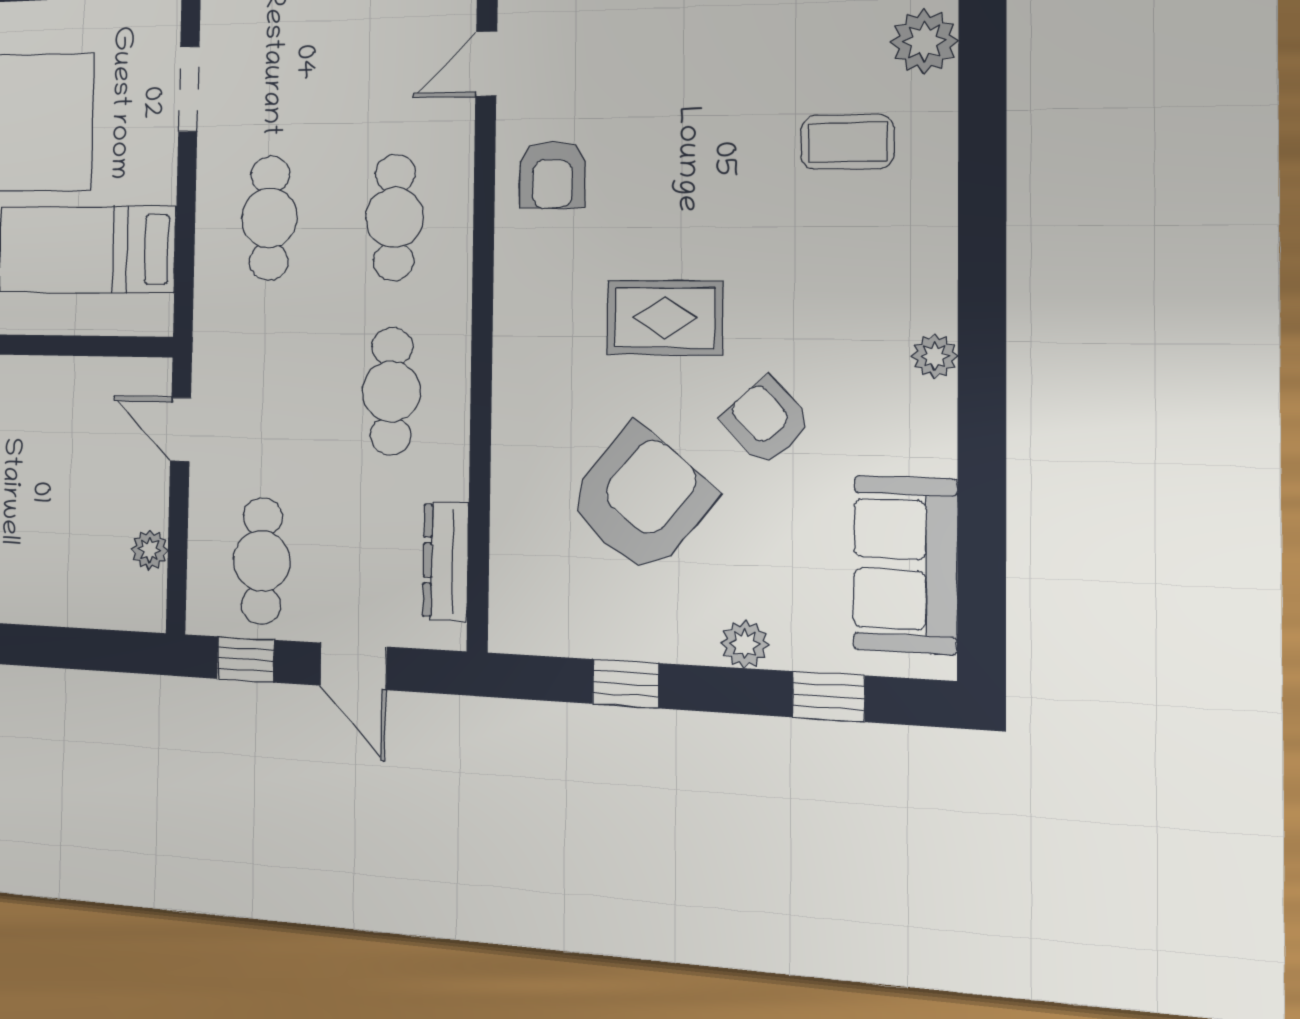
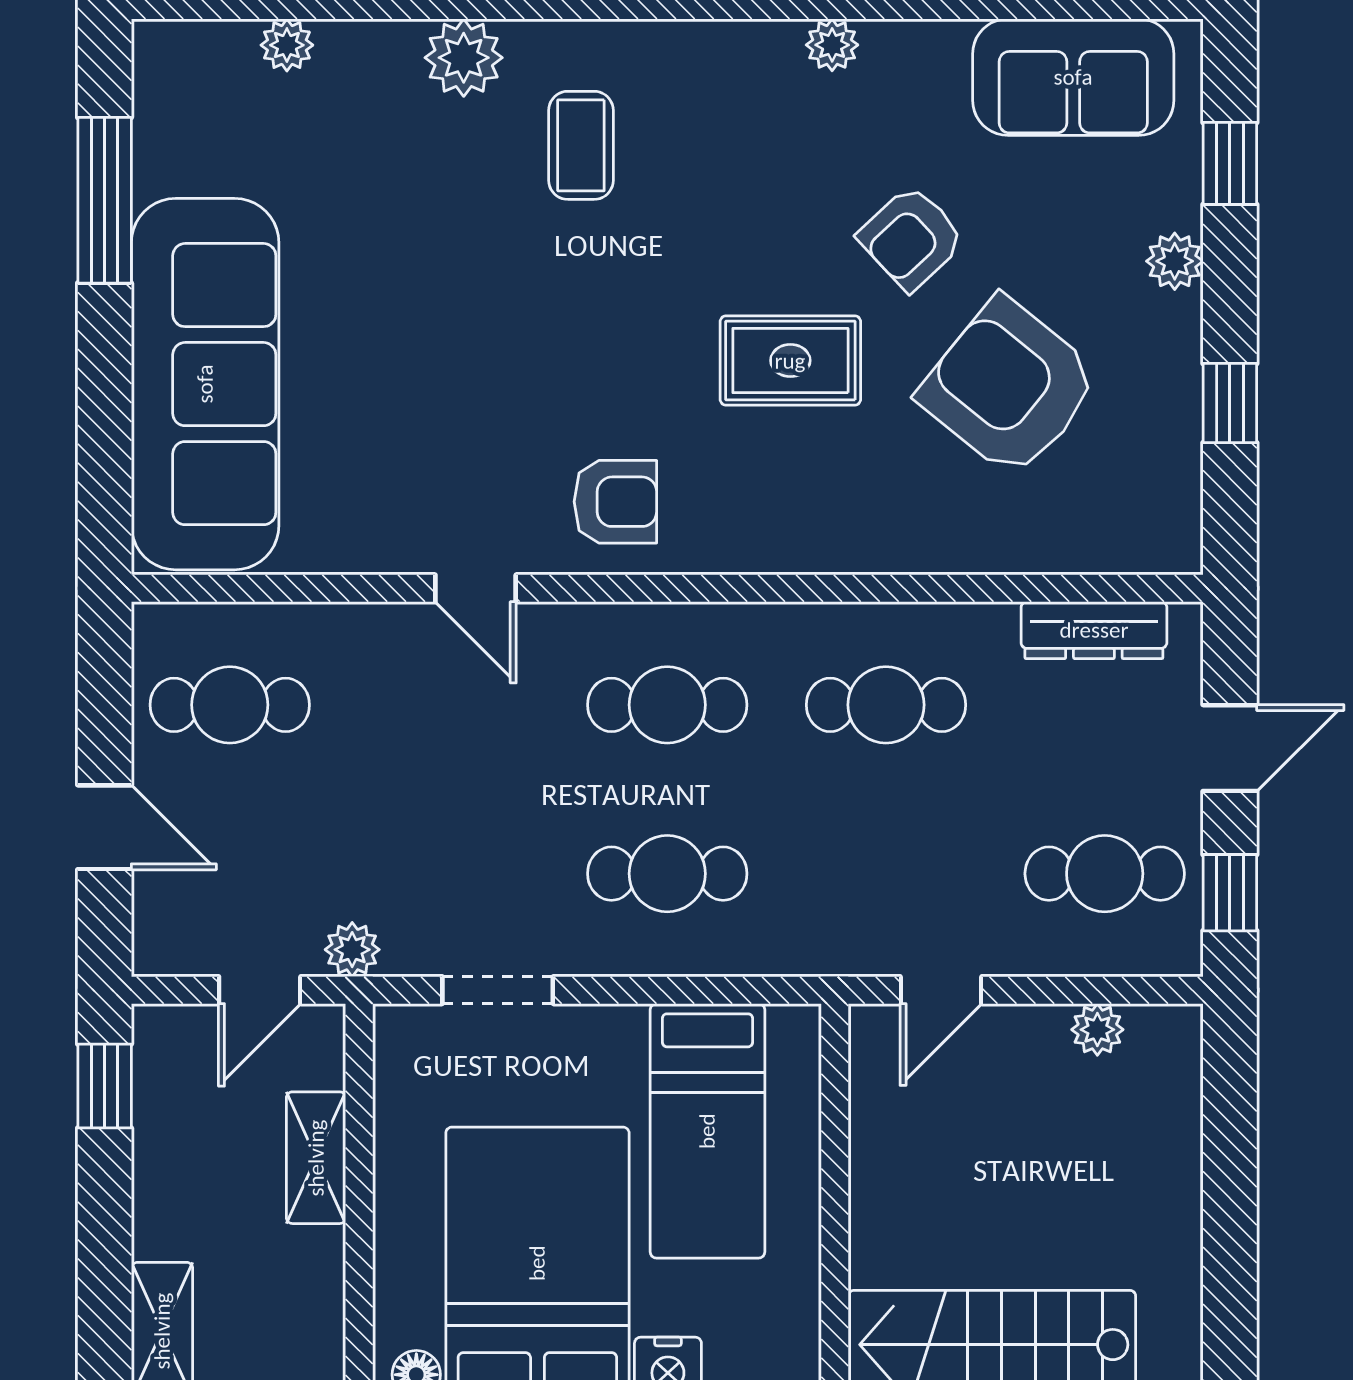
rug: (665, 318) -> (790, 361), turned 90

